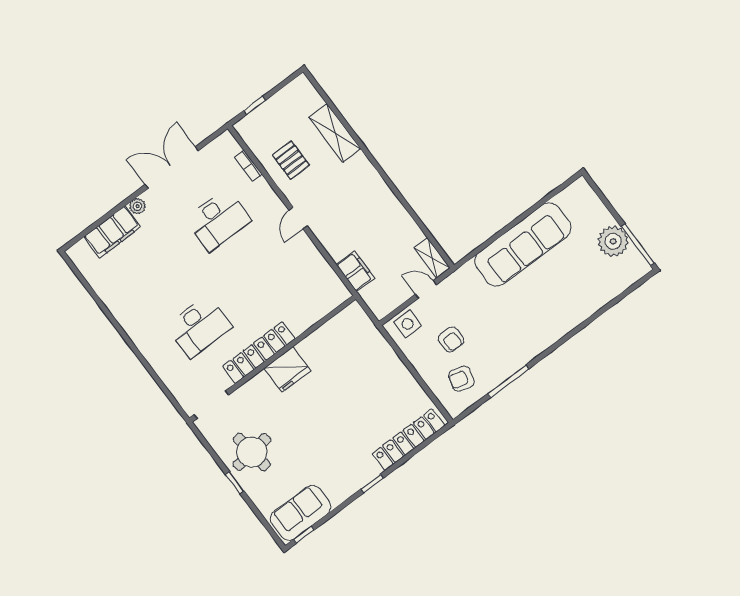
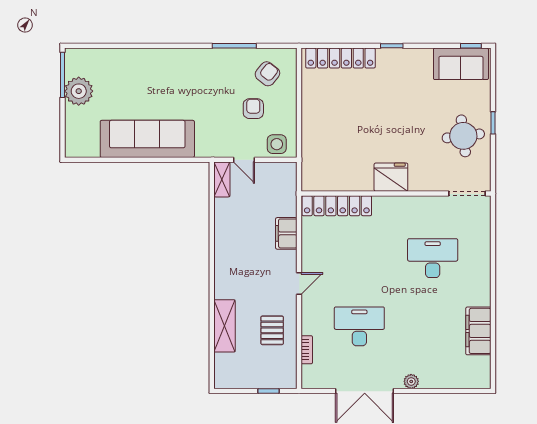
filing cabinet: (112, 232) -> (478, 331), moved, turned -90
filing cabinet: (355, 271) -> (286, 233), moved
locker: (259, 353) -> (337, 206), moved
armchair: (461, 379) -> (267, 74), turned -67

